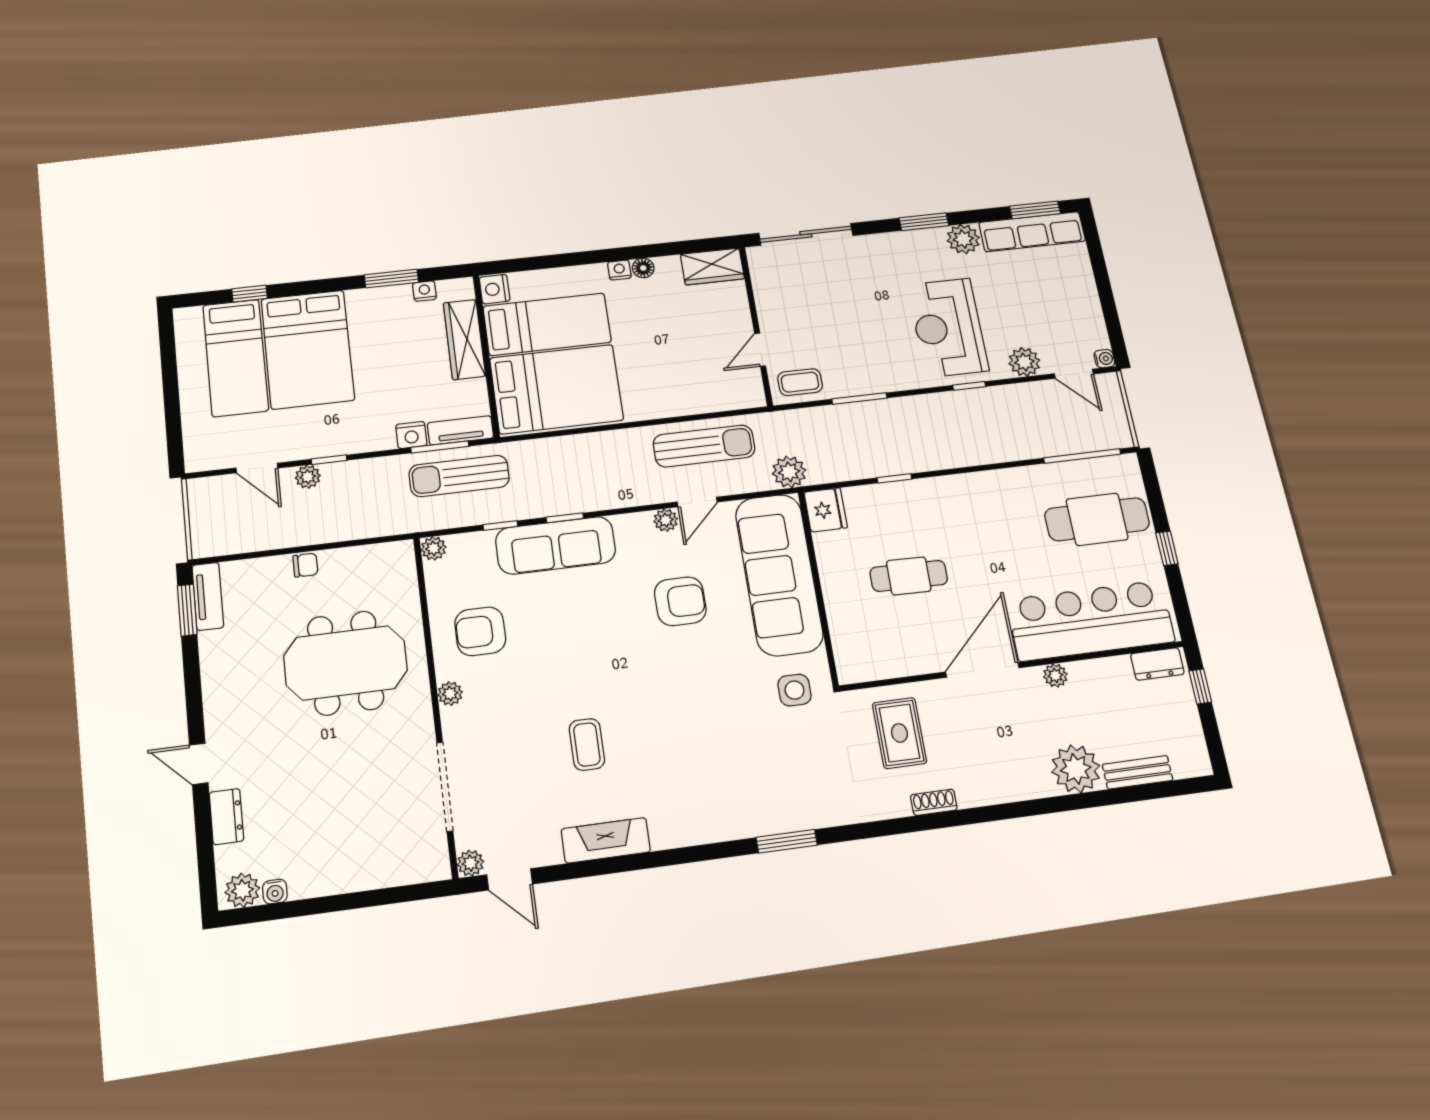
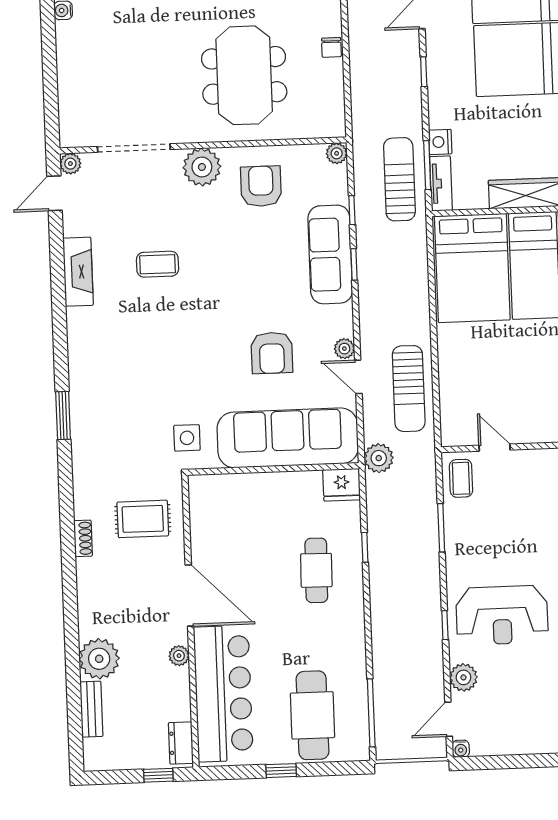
reception desk: (948, 328) -> (502, 615), turned 180
plant: (308, 477) -> (410, 53), removed
cafe table: (909, 576) -> (316, 570), moved
plant: (450, 694) -> (202, 167), width x1.88, depth x1.88

